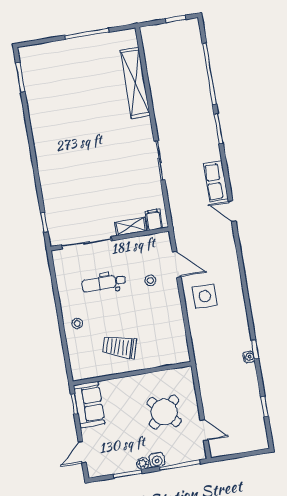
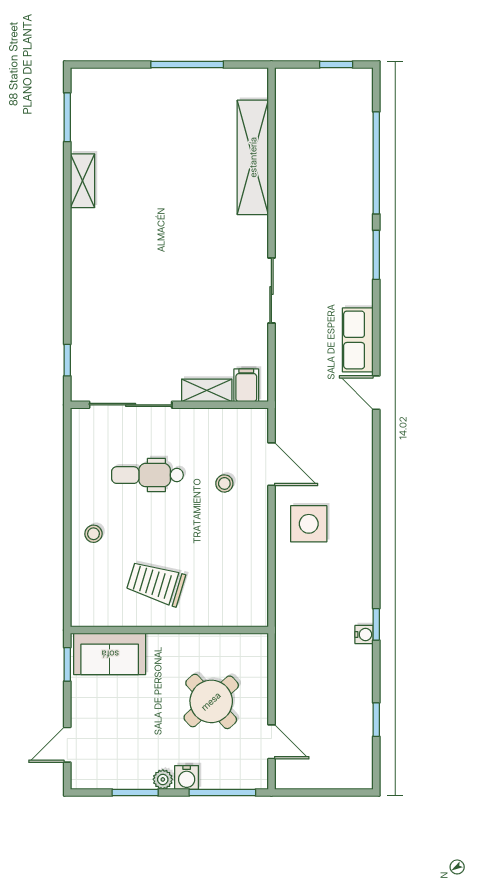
shelving: (36, 114) -> (82, 181), added
sofa: (89, 405) -> (110, 654), moved, turned 90

